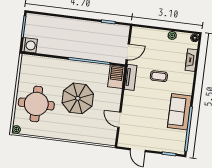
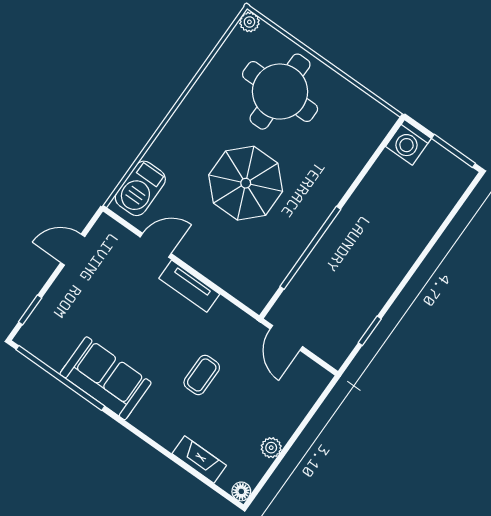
barbecue: (116, 77) -> (140, 188), moved, turned 90
tv unit: (131, 77) -> (189, 286), moved

